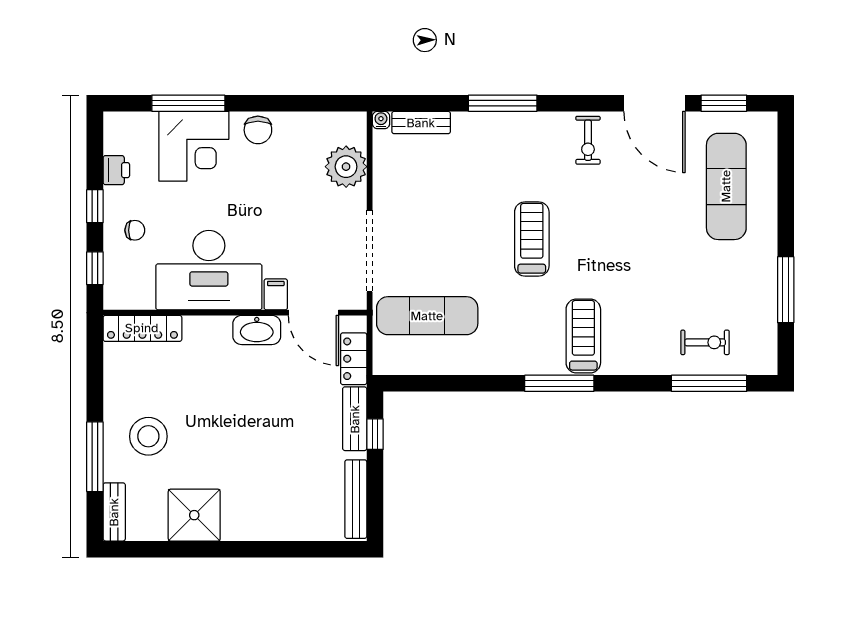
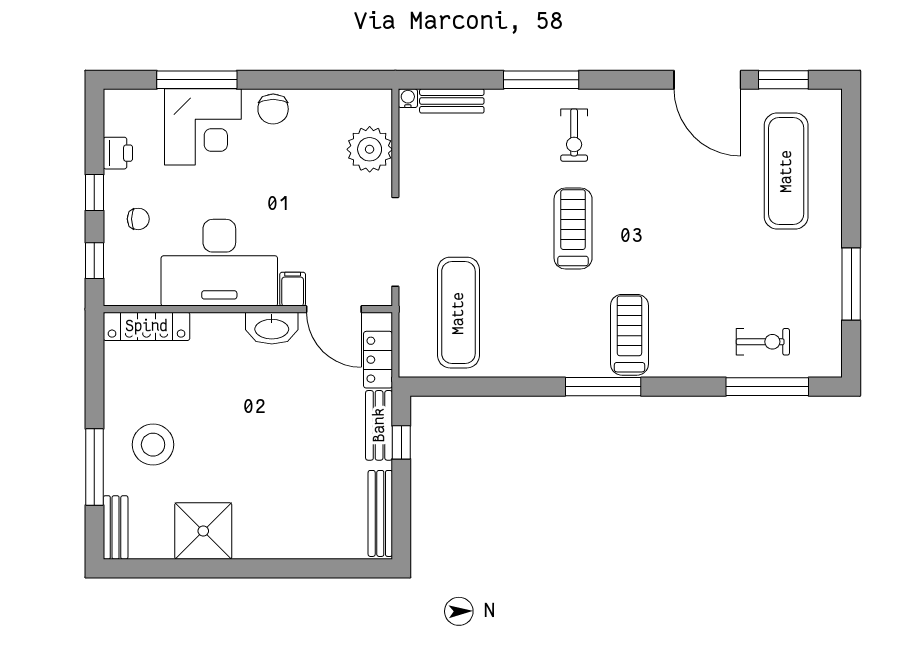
exercise bike: (588, 140) -> (574, 135), moved
exercise mat: (427, 316) -> (458, 313), turned 90

